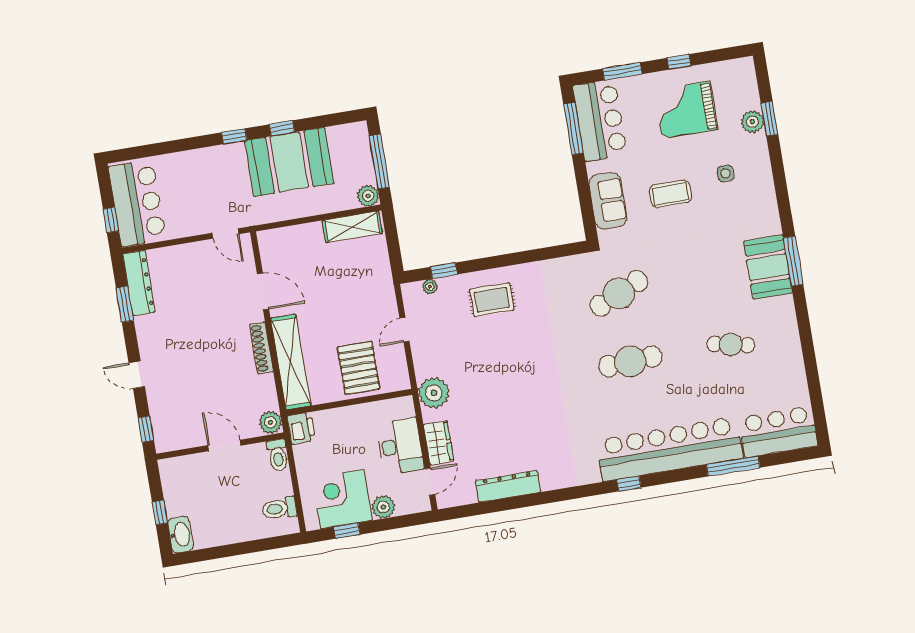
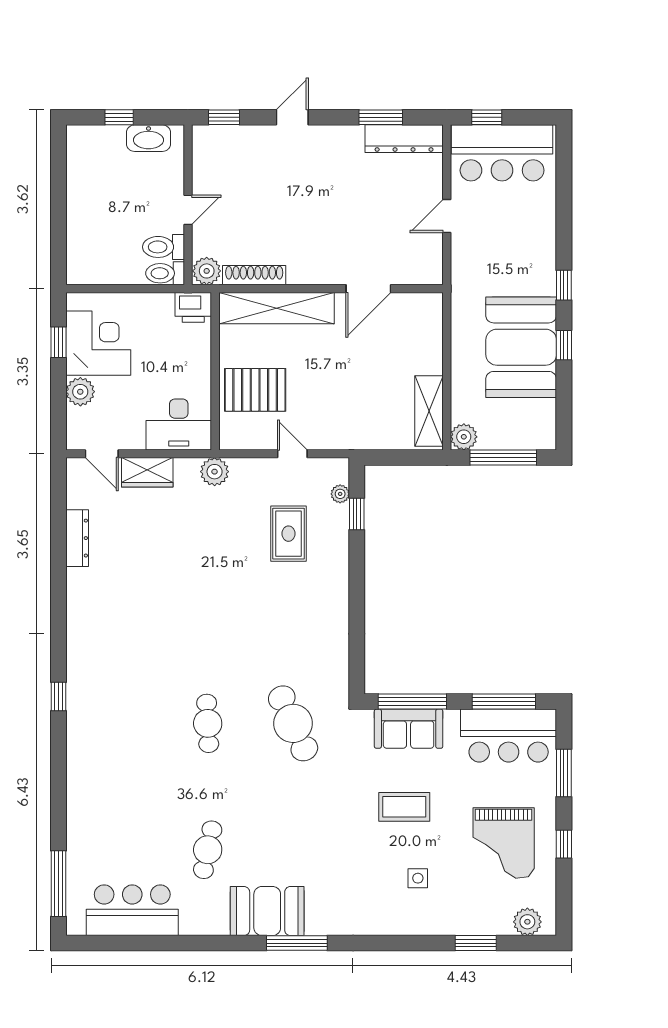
grand piano: (686, 110) -> (504, 843), turned 180
plant: (752, 122) -> (527, 922), moved
coffee table: (670, 194) -> (404, 807), turned 90
window: (586, 201) -> (412, 702), added
door: (225, 233) -> (447, 216), moved
booth: (768, 267) -> (267, 911), moved
rug: (492, 300) -> (288, 534), moved
shoe rack: (261, 348) -> (254, 275), moved
cafe table: (630, 361) -> (208, 723), width x0.73, depth x0.74
plant: (434, 393) -> (215, 472), width x0.73, depth x0.73
bar counter: (778, 432) -> (132, 910), moved, turned -90
door: (224, 445) -> (188, 210), width x0.73
desk: (400, 446) -> (179, 424), moved
bar counter: (670, 449) -> (92, 754), removed
window: (733, 466) -> (59, 884), moved
dresser: (508, 486) -> (77, 538), width x0.73, depth x0.80
toilet: (279, 508) -> (163, 247), moved, turned -90
washbasin: (181, 535) -> (148, 138), moved

